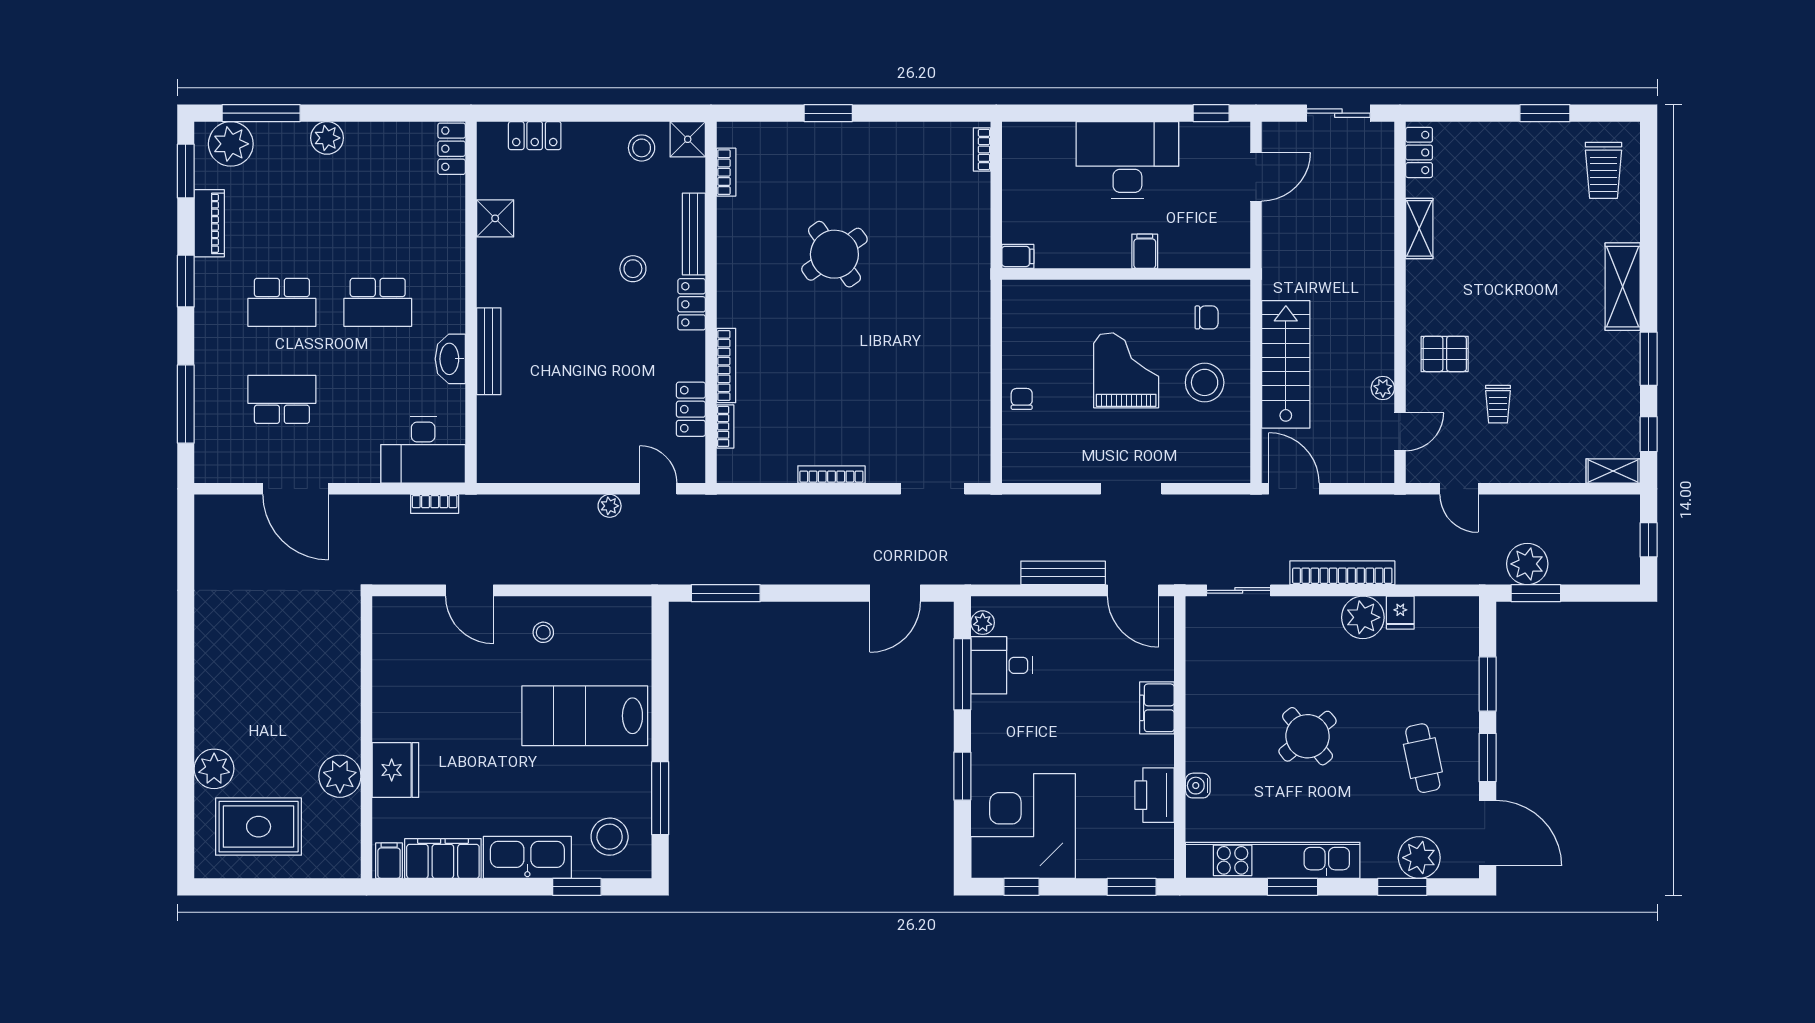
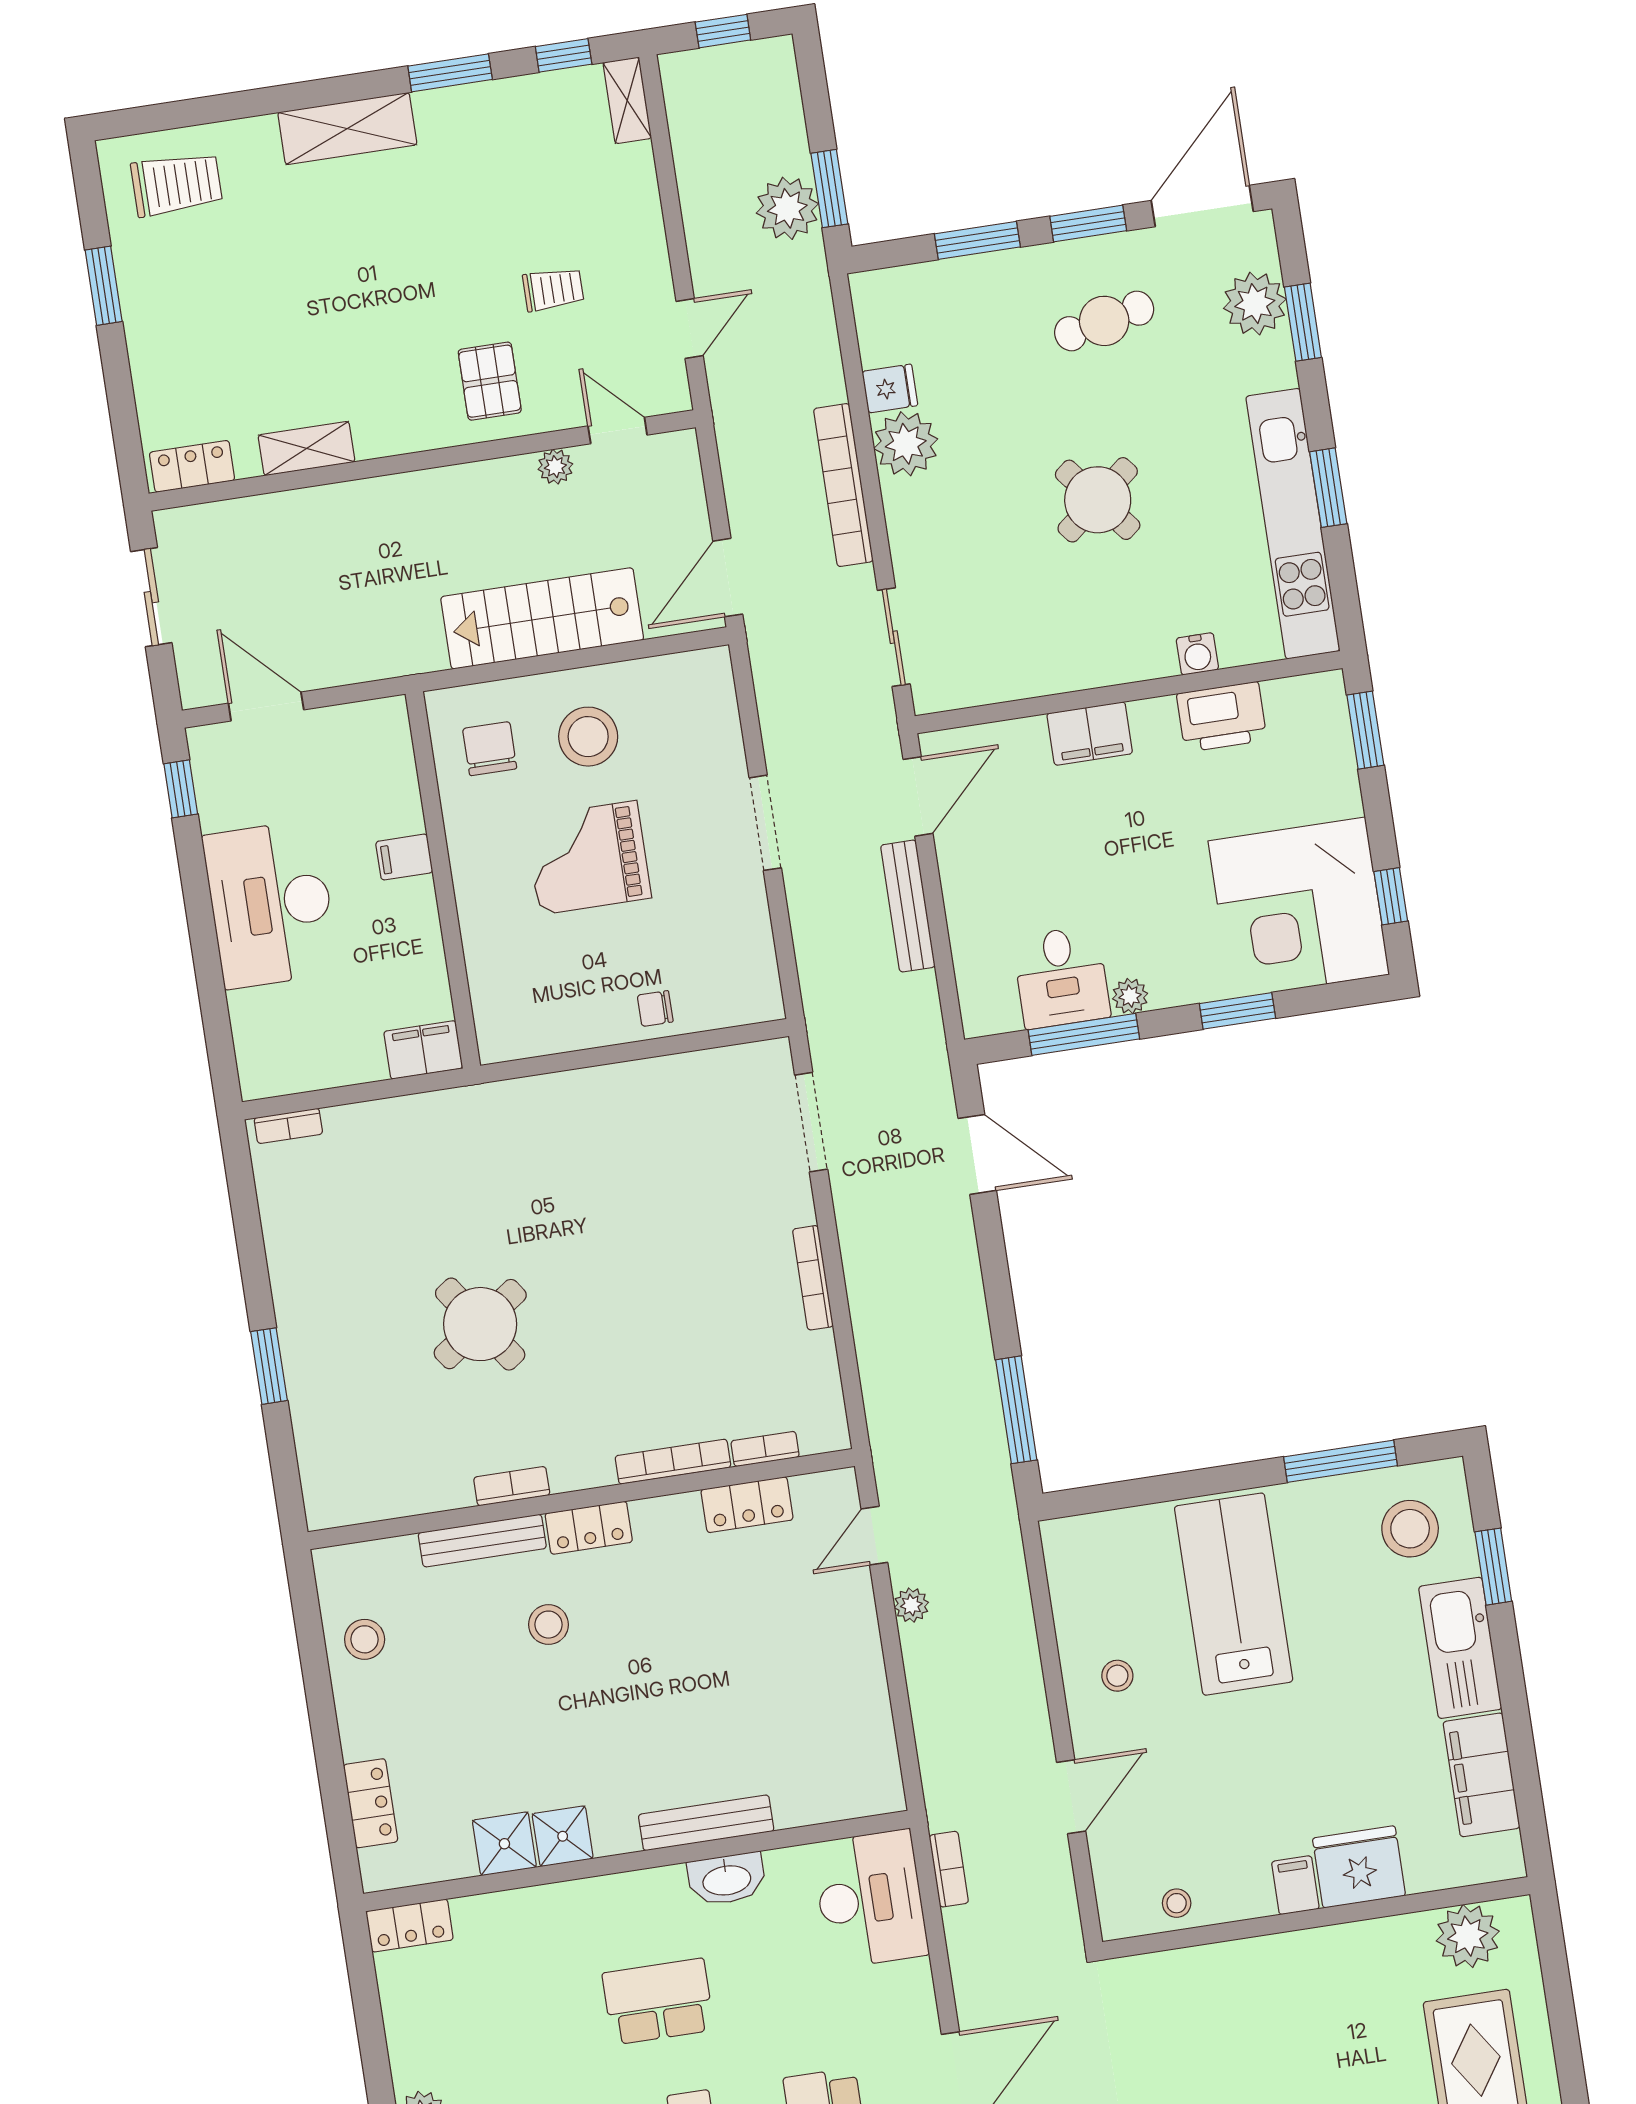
shower: (688, 139) -> (563, 1836), moved
bookcase: (726, 172) -> (512, 1486), moved
filing cabinet: (1018, 256) -> (423, 1050), width x2.00
school desk: (378, 302) -> (658, 2002), turned -90
chair: (1207, 317) -> (490, 749), width x1.37, depth x1.37
plant: (983, 623) -> (1130, 996), moved
stool: (390, 648) -> (1177, 1903), added
lab bench: (585, 716) -> (1234, 1594), turned 180
plant: (340, 776) -> (1468, 1936), moved
filing cabinet: (389, 861) -> (1295, 1885), moved, turned 90

